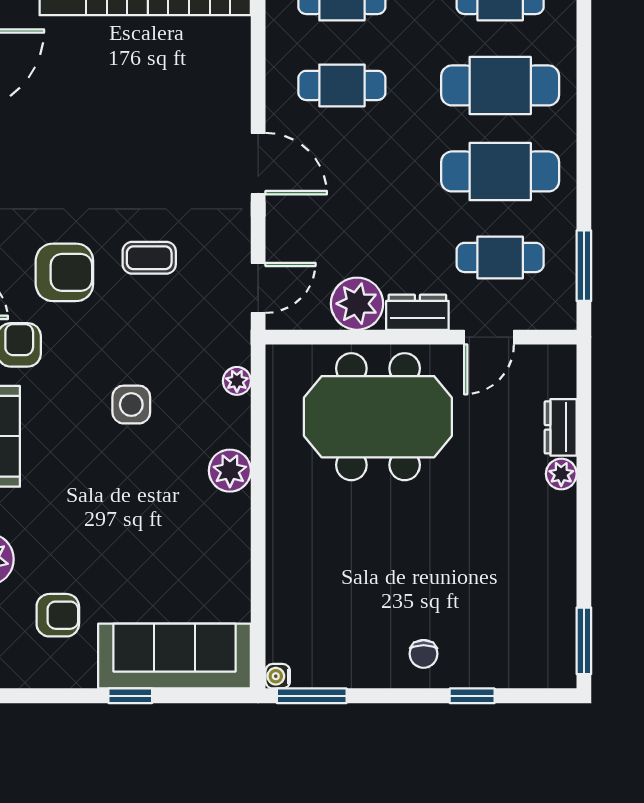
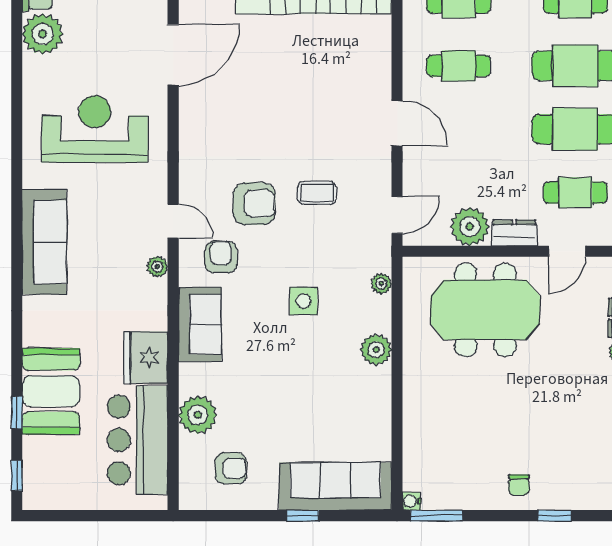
armchair: (58, 615) -> (231, 468), moved

